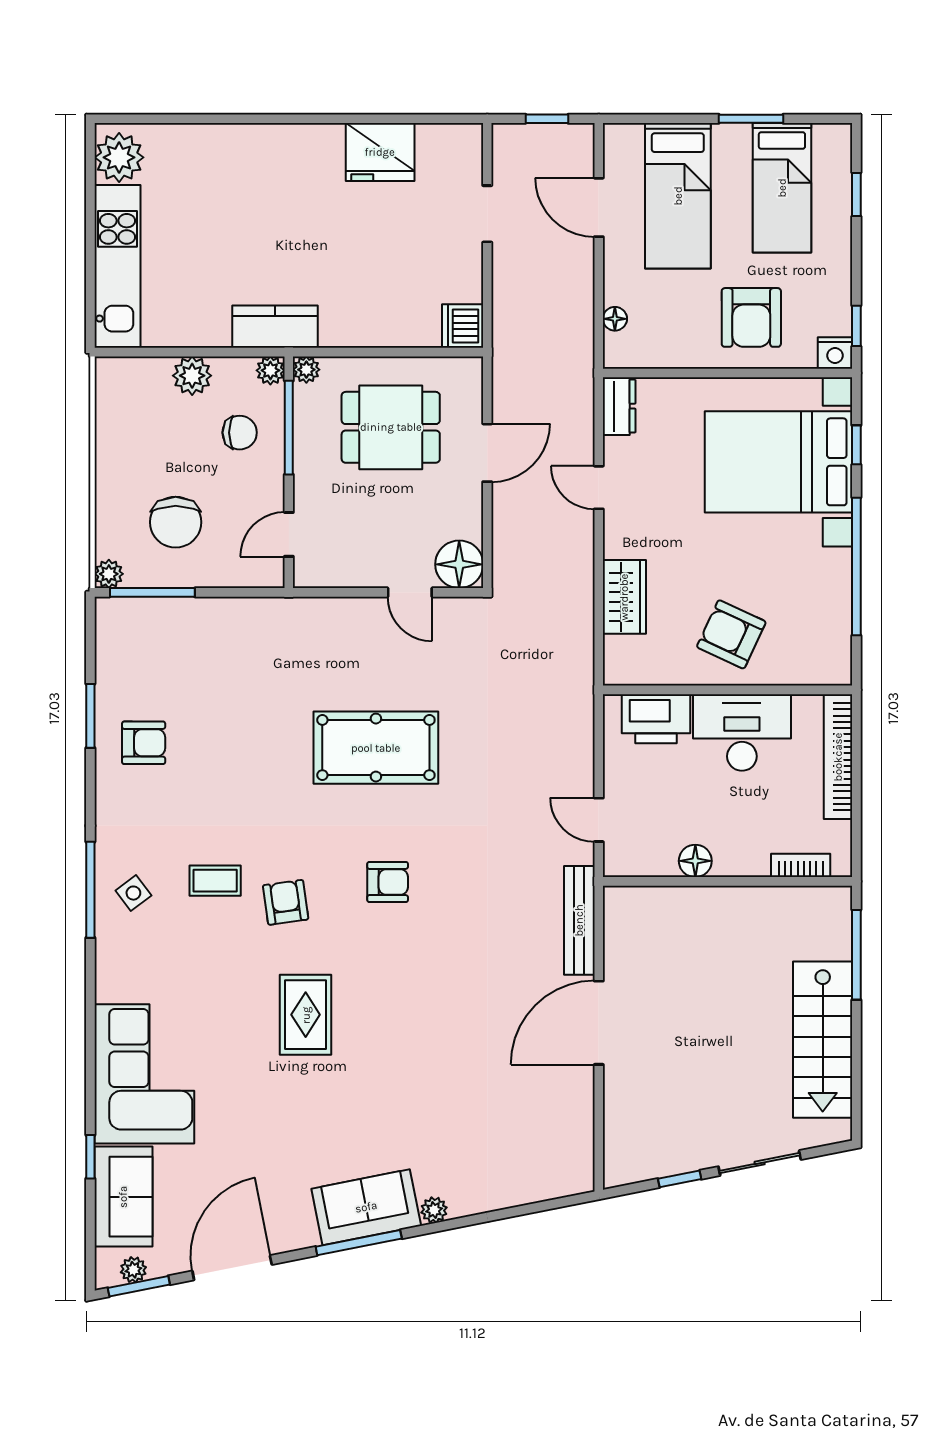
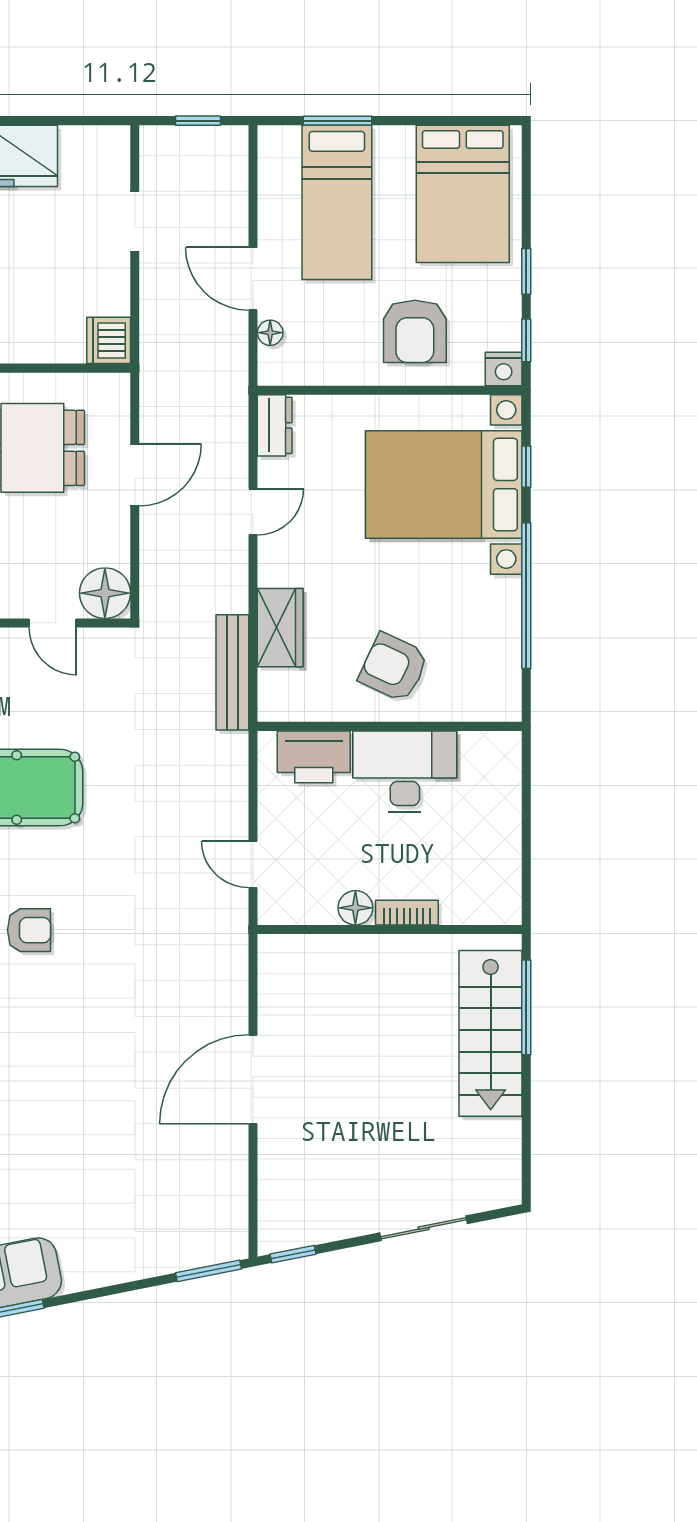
window: (751, 119) -> (337, 121), moved
bed: (782, 188) -> (463, 194), width x1.50
window: (856, 195) -> (526, 271), moved
door: (599, 207) -> (253, 279), moved
door: (599, 488) -> (253, 512), swing flipped
bookcase: (838, 757) -> (507, 797), removed
bookcase: (801, 865) -> (407, 913), moved
bench: (579, 920) -> (232, 672), moved
stairs: (823, 1040) -> (491, 1033), moved
window: (680, 1179) -> (293, 1254), moved
window: (557, 1203) -> (208, 1271), added
plant: (434, 1210) -> (78, 1278), removed

